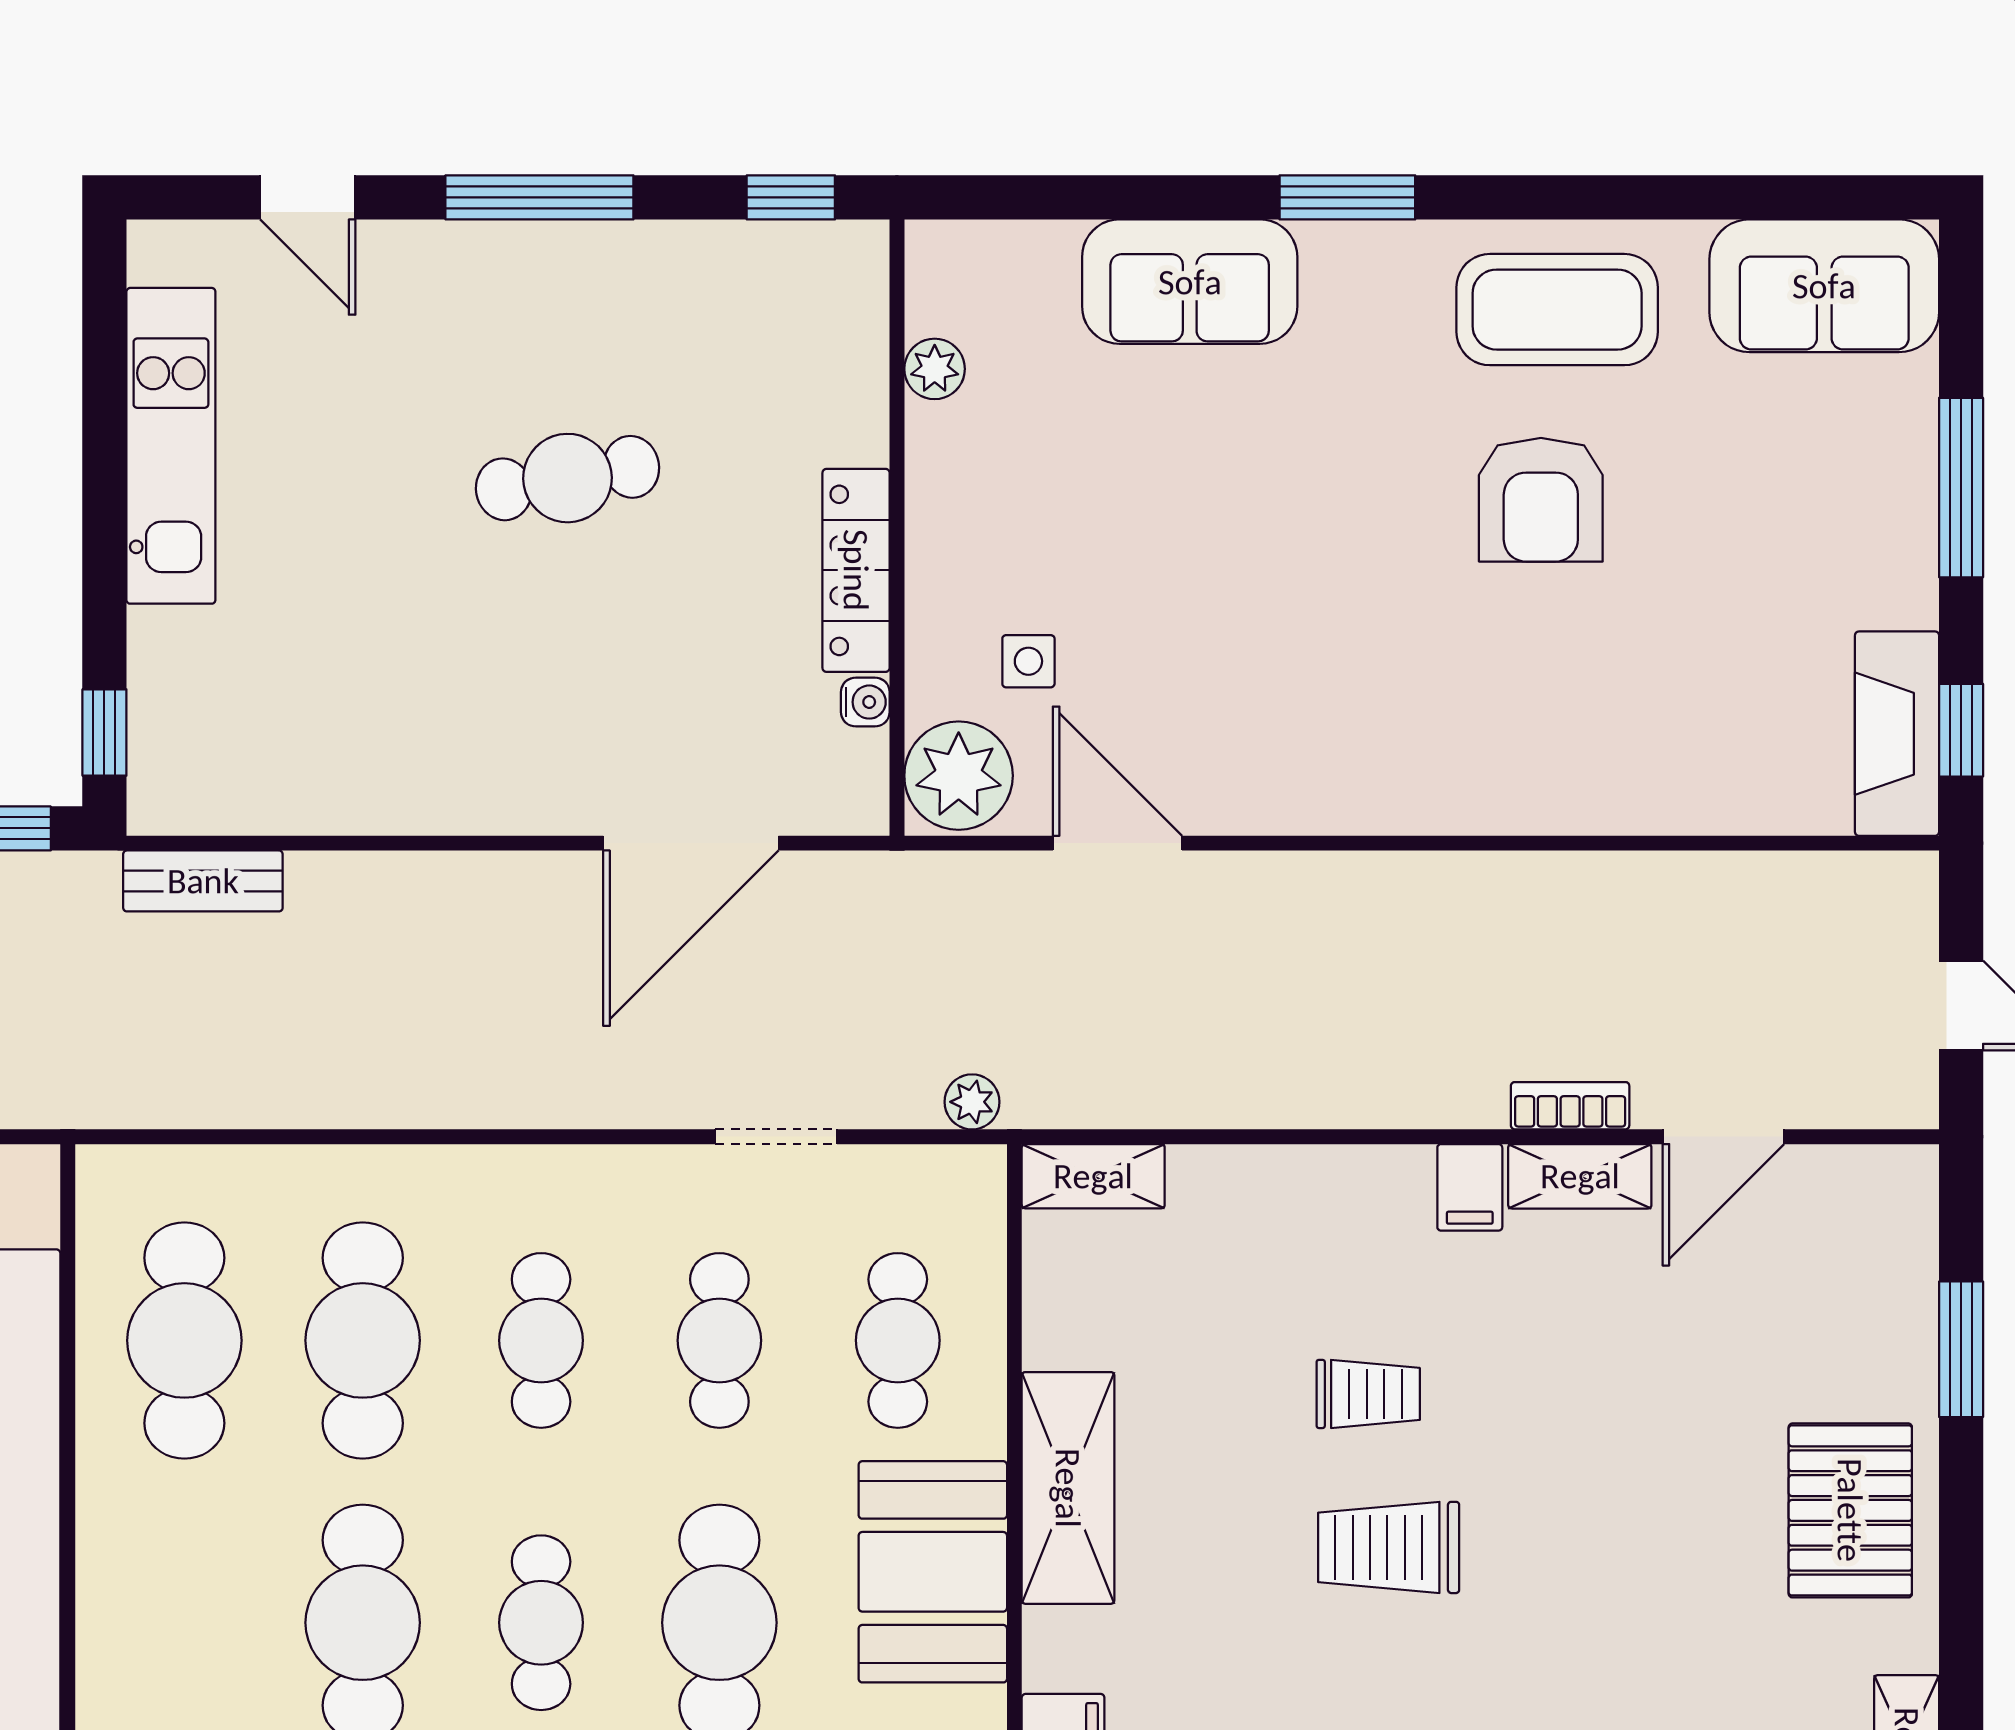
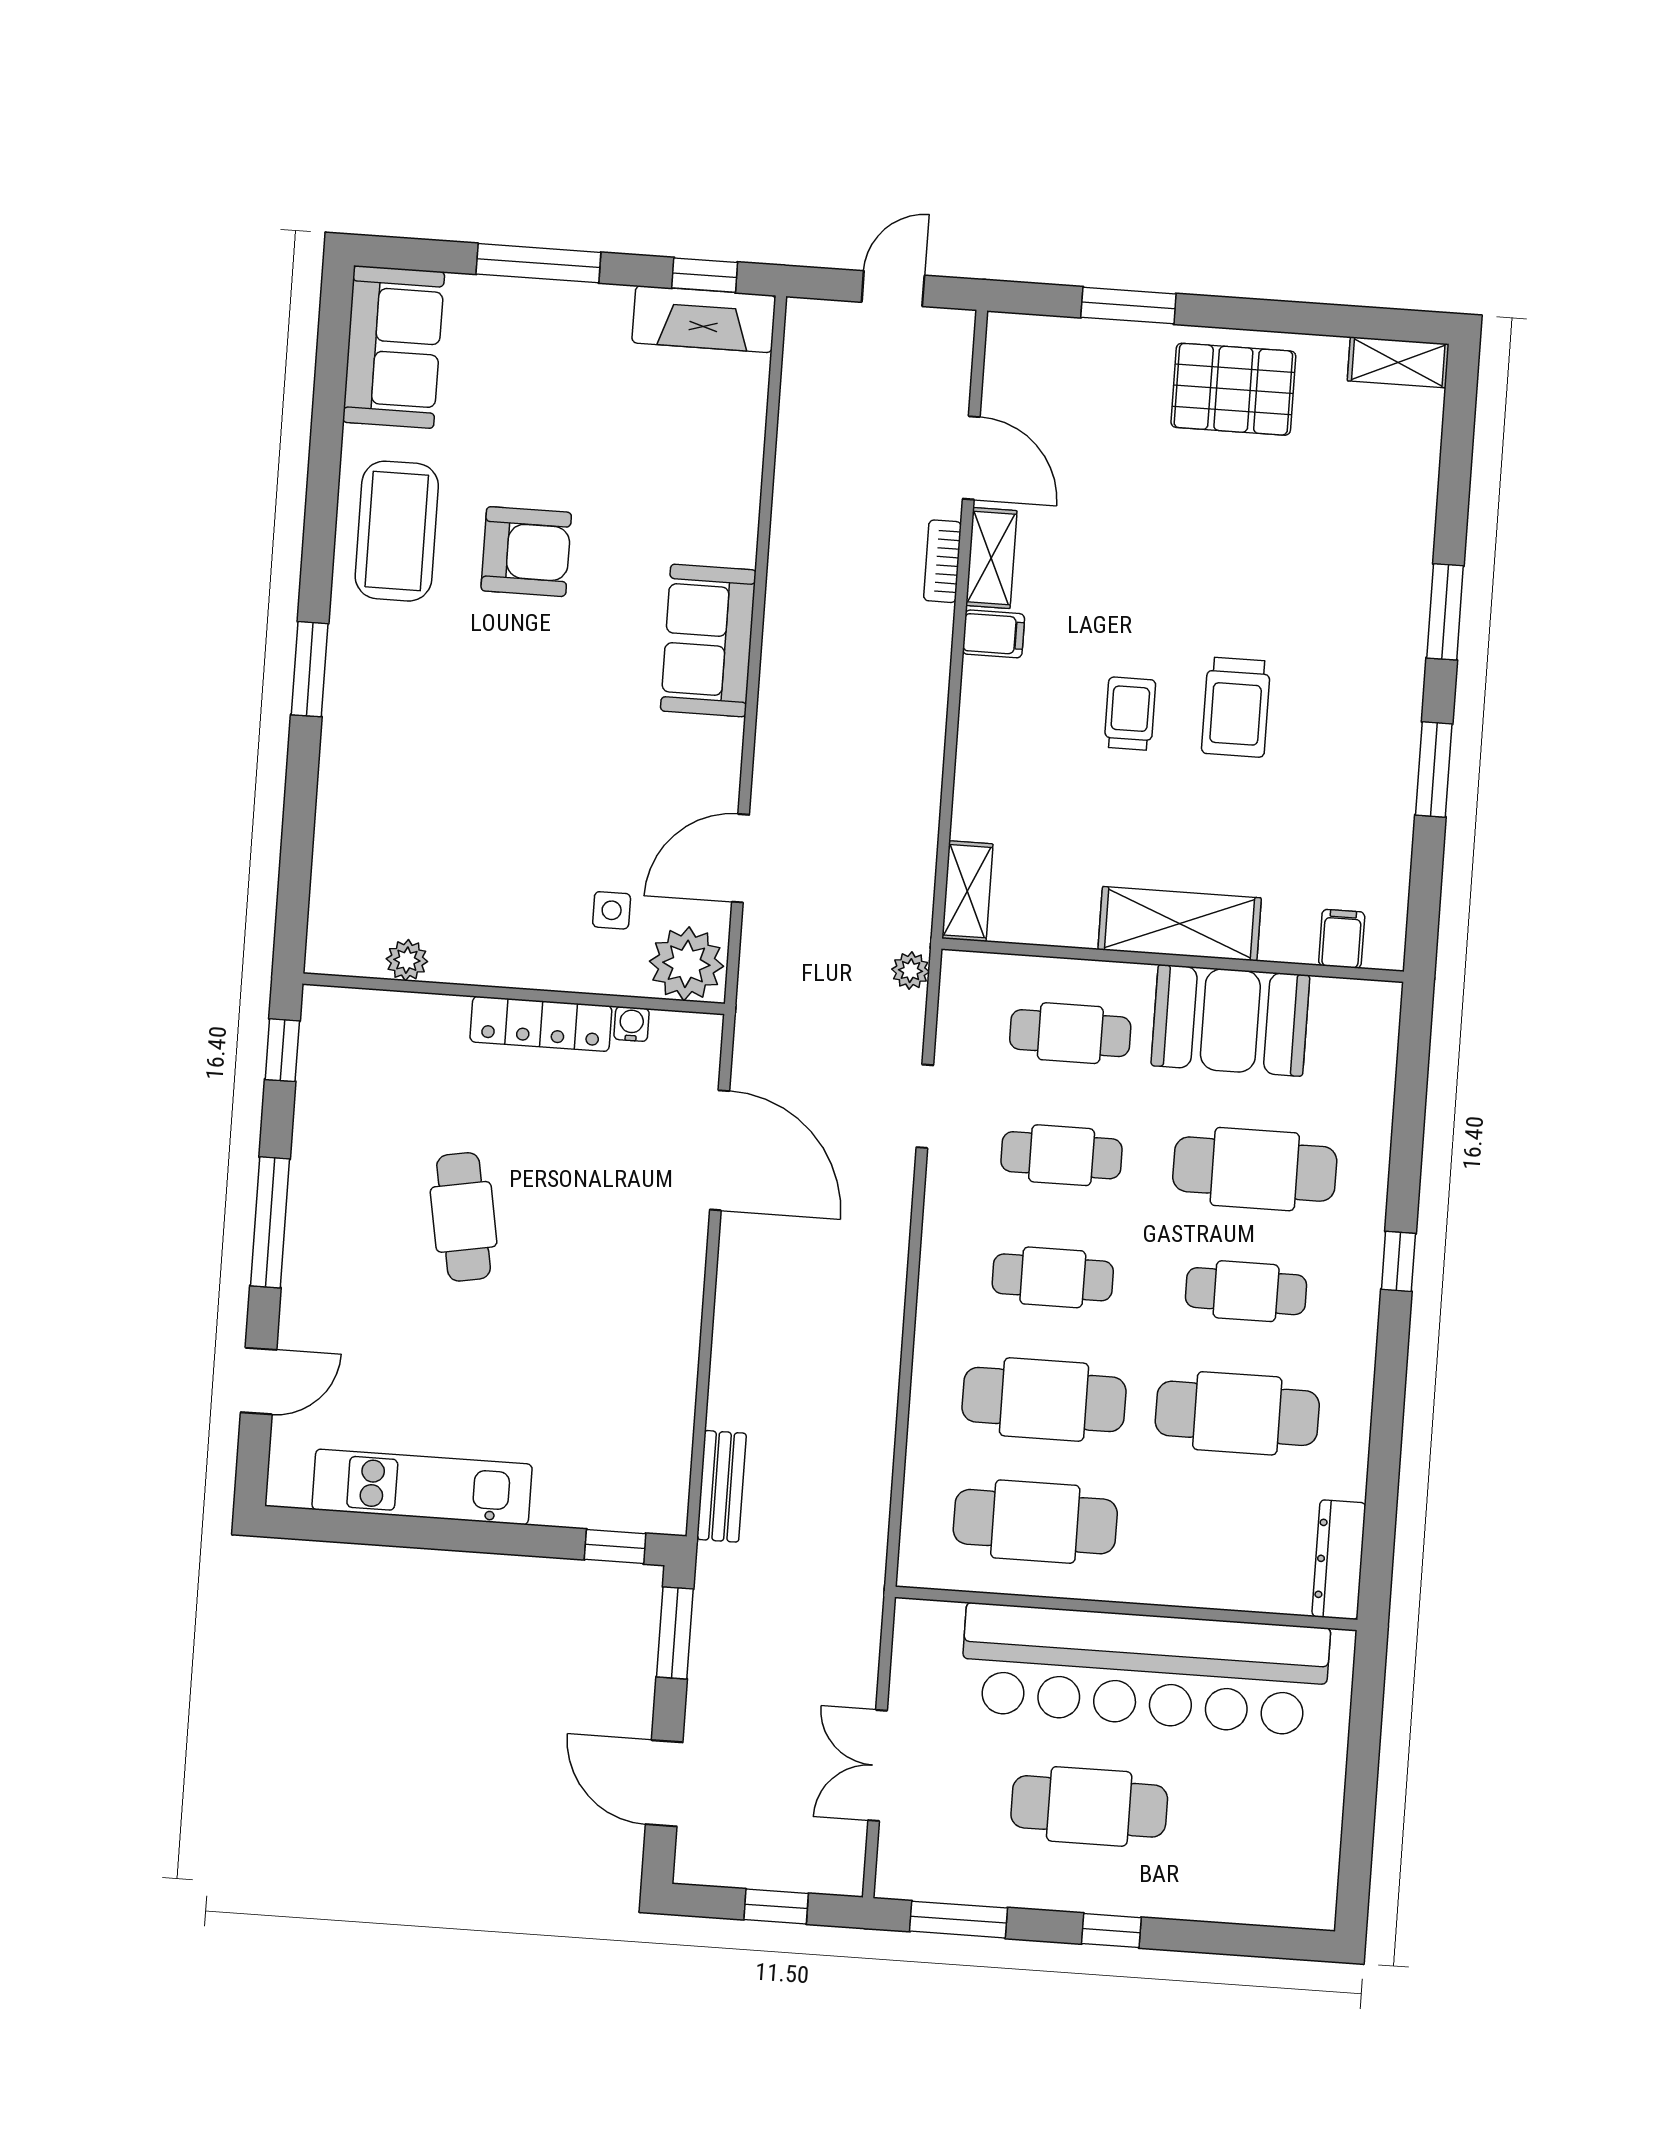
sofa: (1190, 282) -> (708, 640), moved, turned 180

